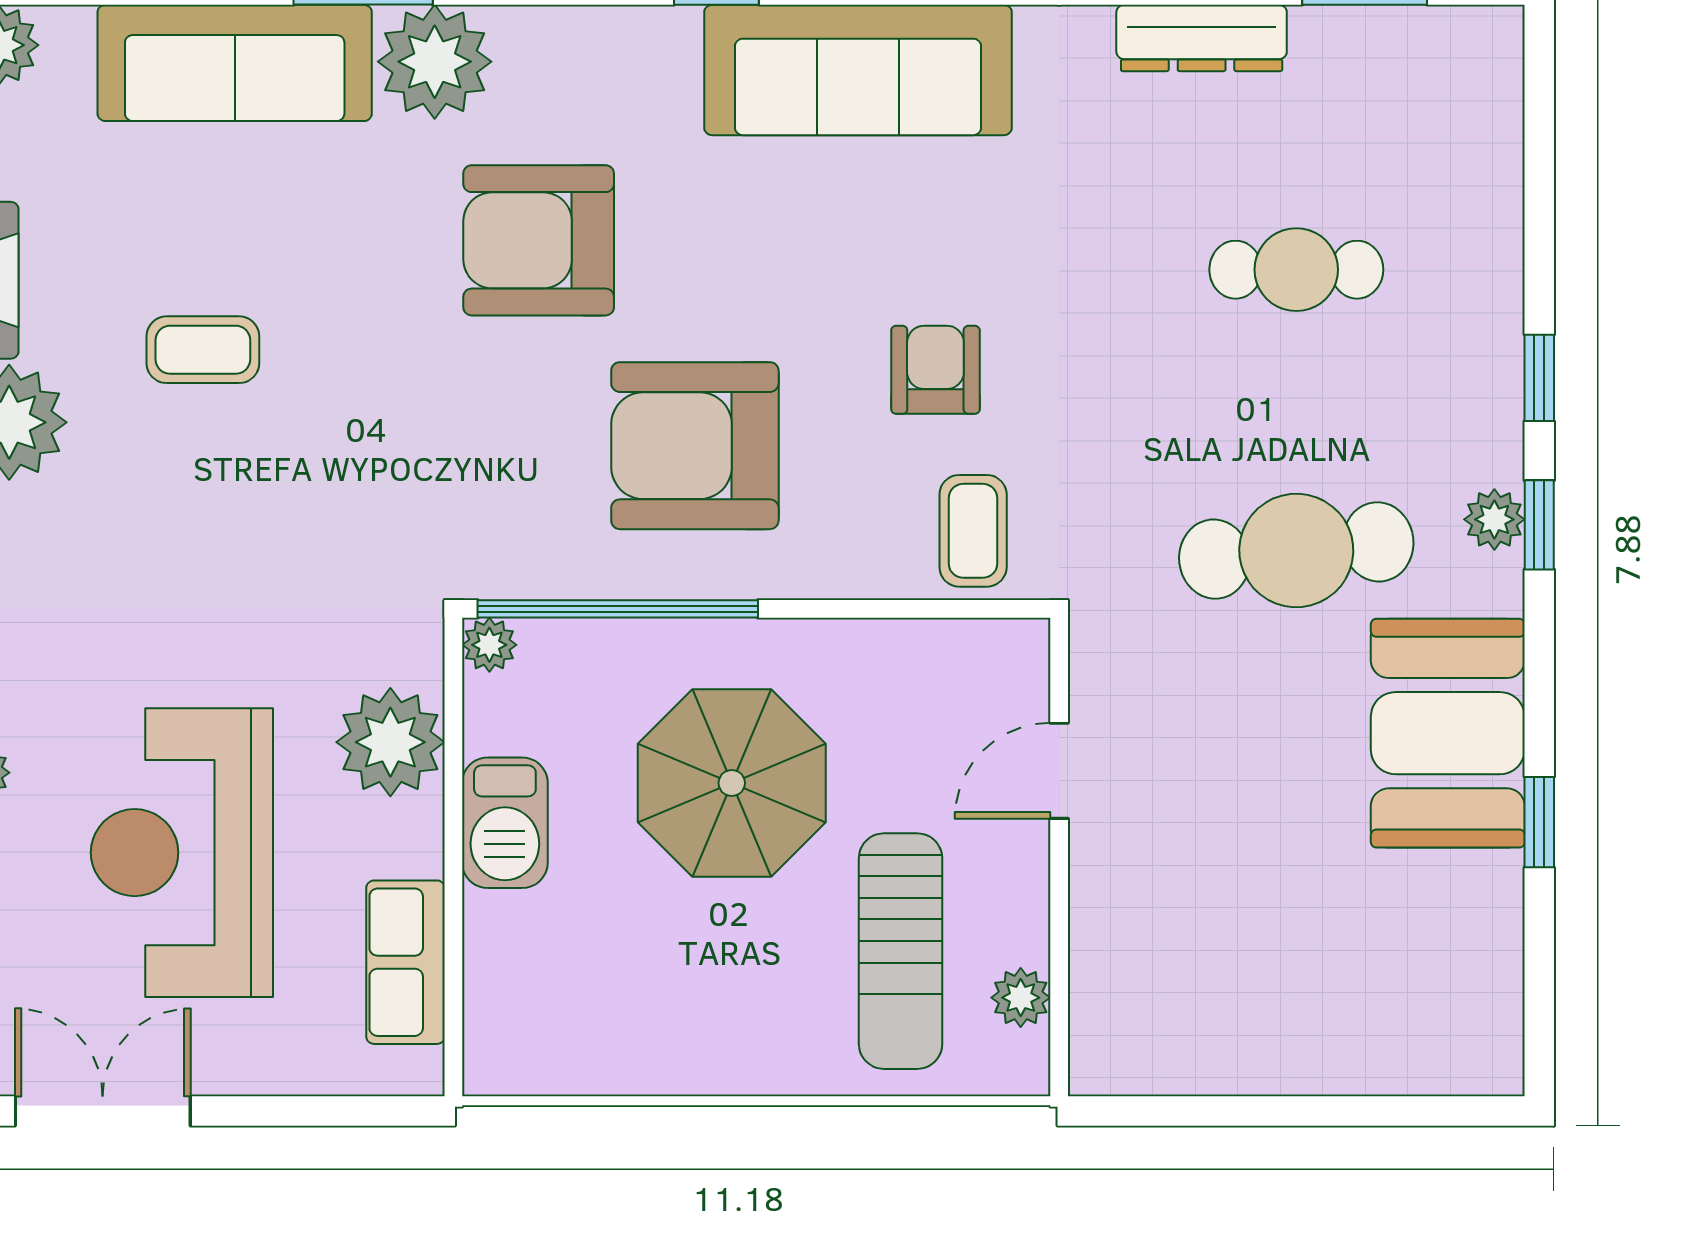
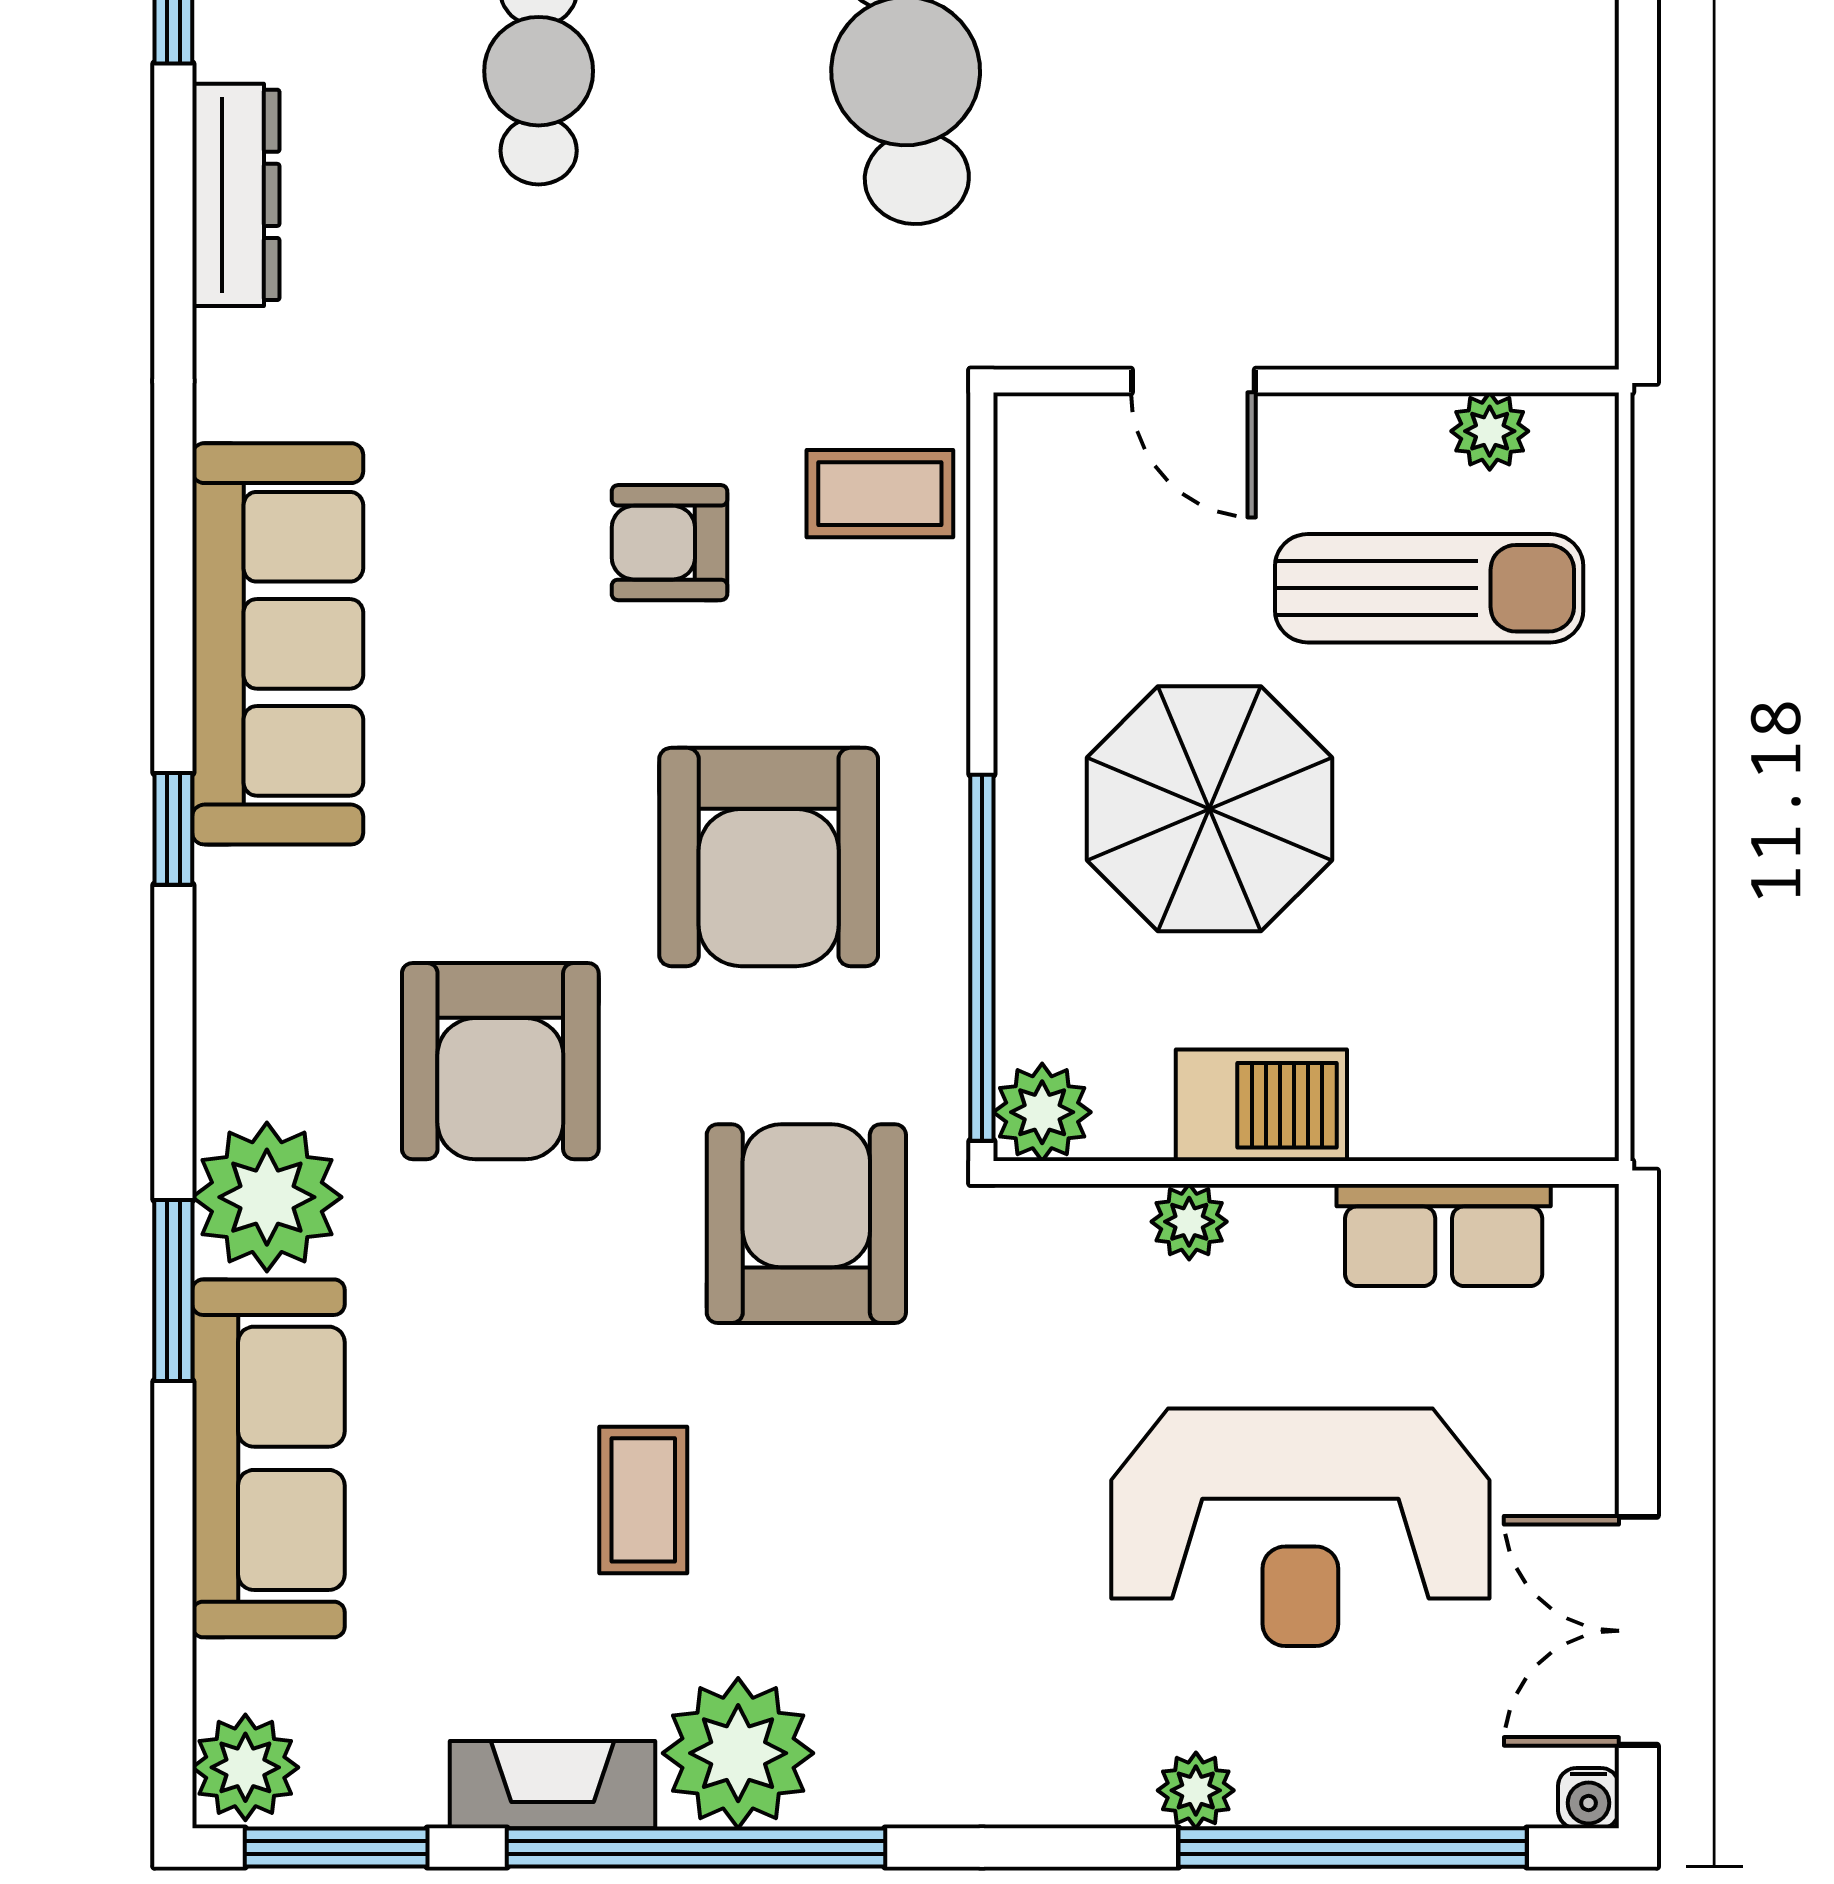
armchair: (414, 474) -> (806, 1224), added
plant: (489, 645) -> (1042, 1112), width x1.38, depth x1.38
plant: (390, 742) -> (1189, 1222), width x0.53, depth x0.53

